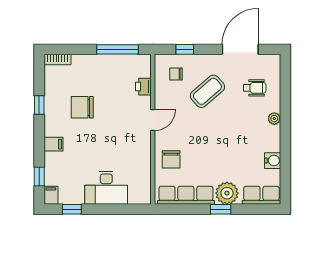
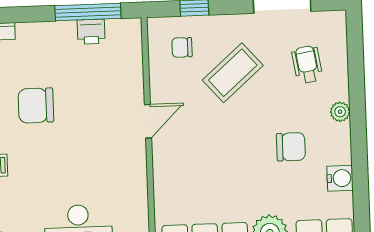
printer: (143, 87) -> (91, 32), moved, turned -90
wheelchair: (255, 88) -> (307, 64), turned -99
chair: (171, 159) -> (291, 147), moved, turned -90

